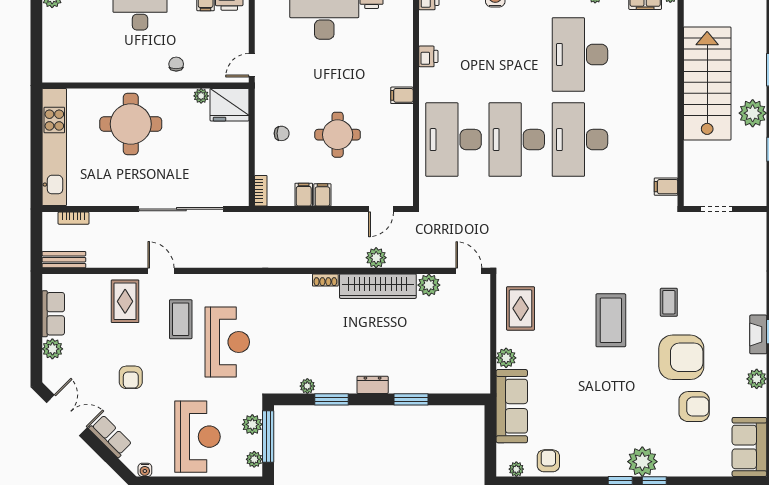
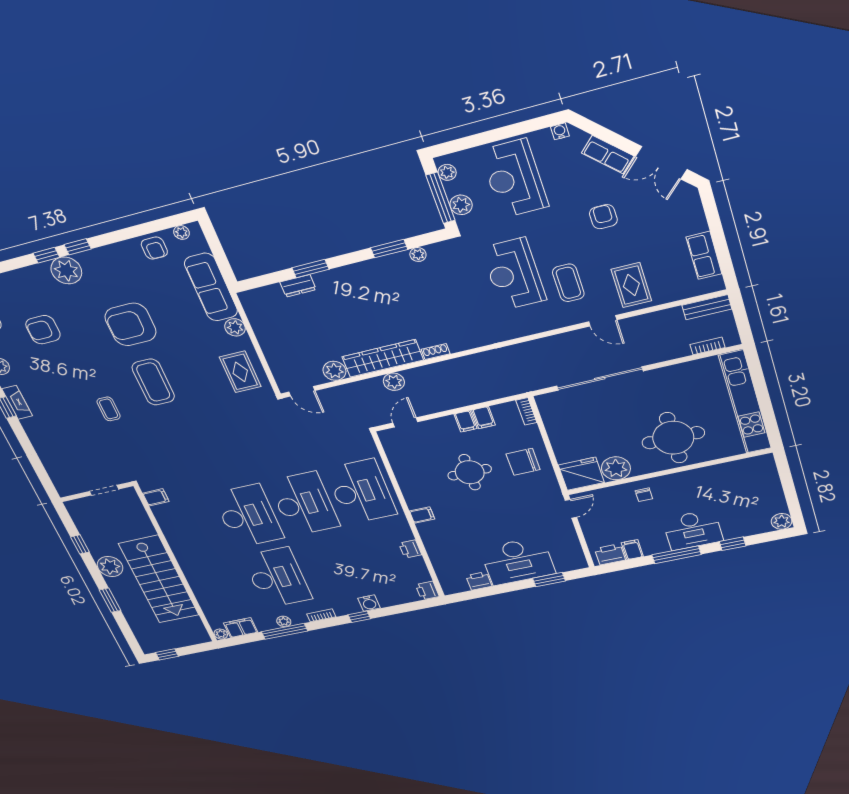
plant: (201, 96) -> (616, 468), width x1.88, depth x1.88
chair: (282, 133) -> (523, 462), width x1.87, depth x1.87
plant: (52, 349) -> (695, 223), removed
armchair: (681, 357) -> (131, 324), moved
dresser: (373, 385) -> (298, 286), moved

